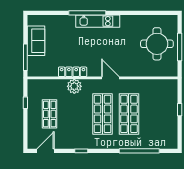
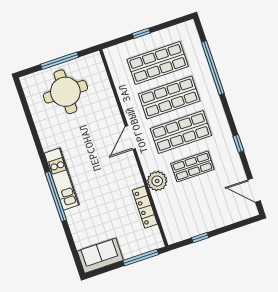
sofa: (36, 41) -> (100, 256), moved
locker: (73, 72) -> (145, 207), moved
shop shelf: (50, 114) -> (192, 167), moved
shop shelf: (155, 114) -> (158, 63), added

